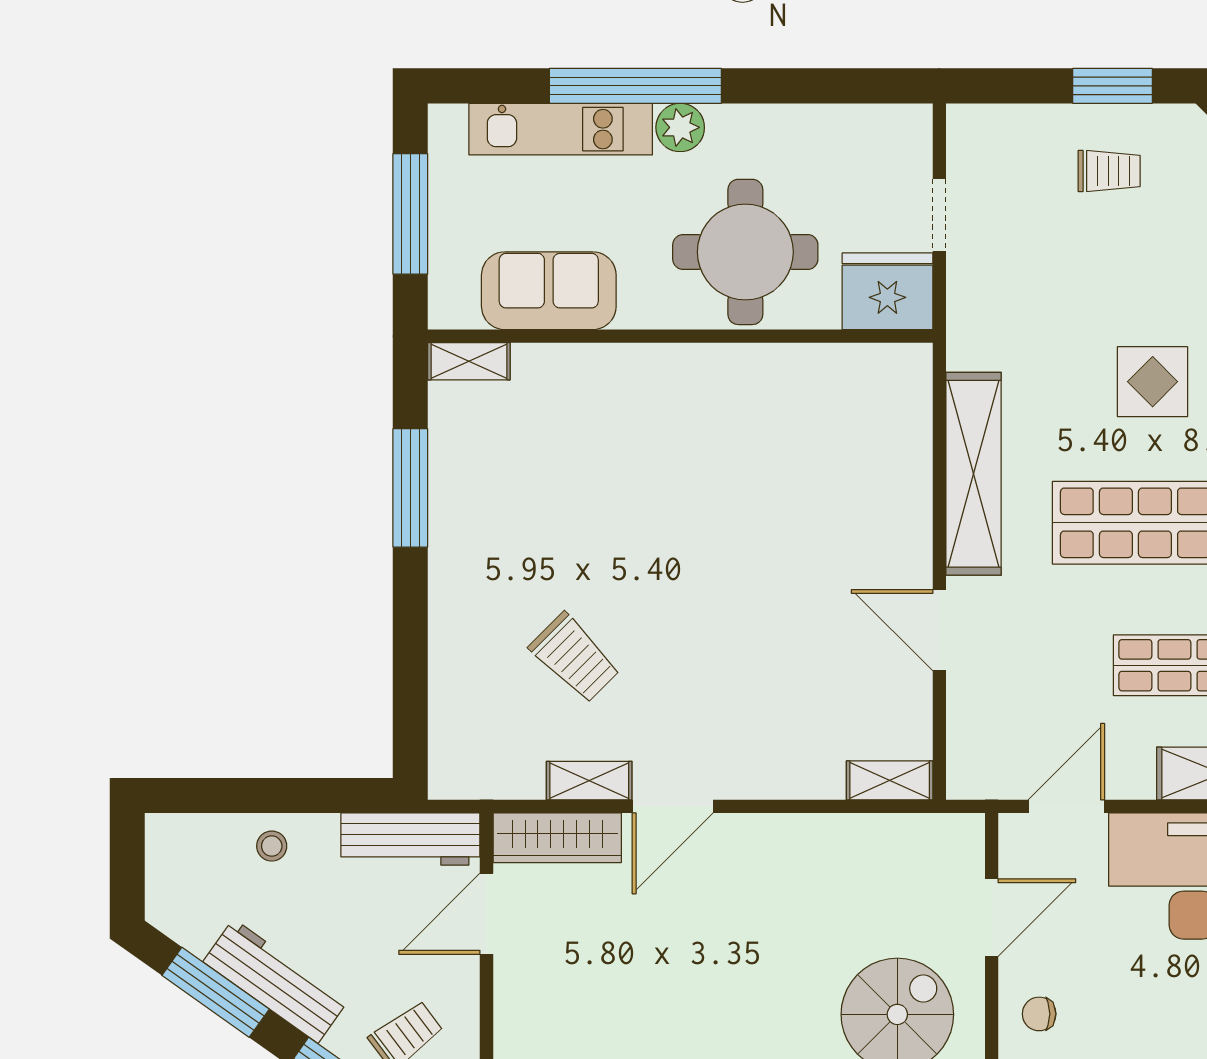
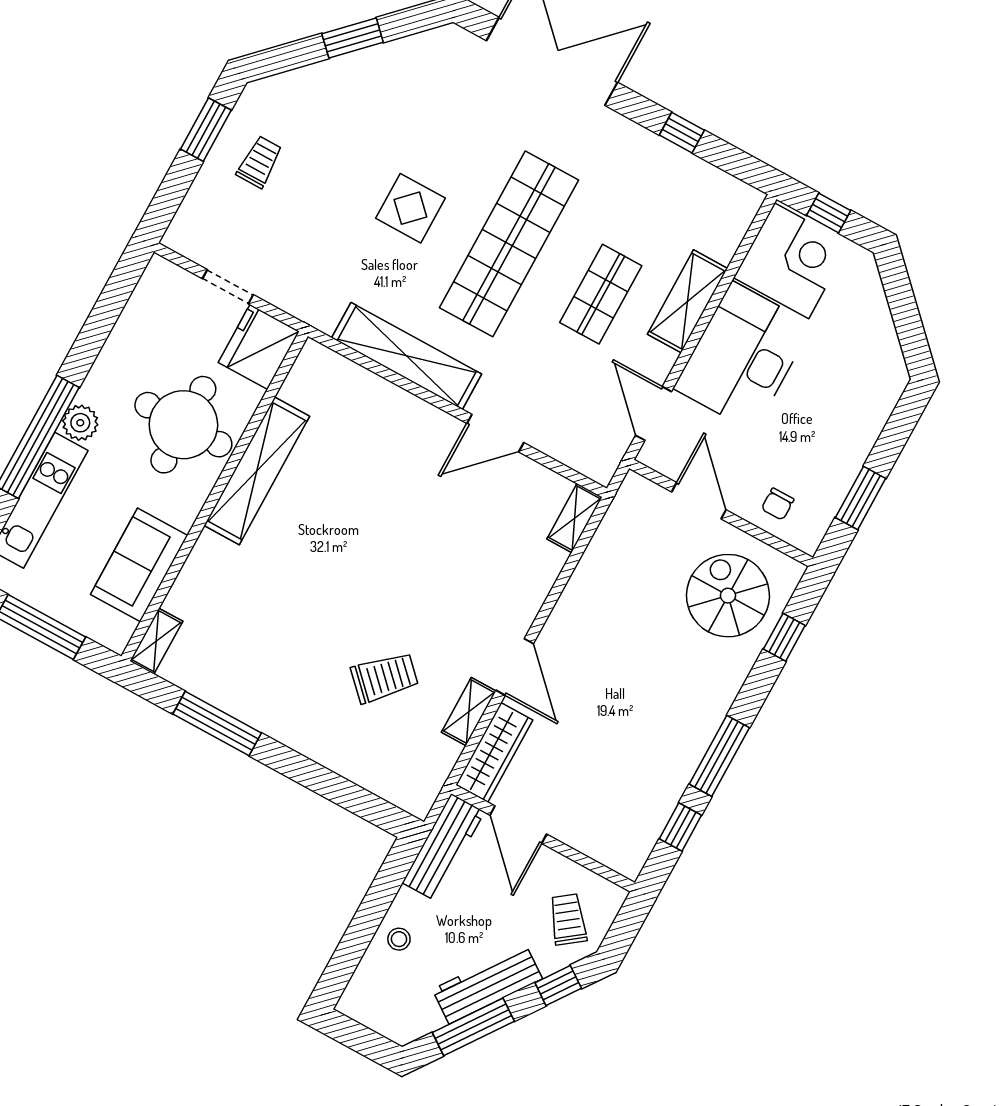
shelving: (738, 370) -> (257, 471), added

